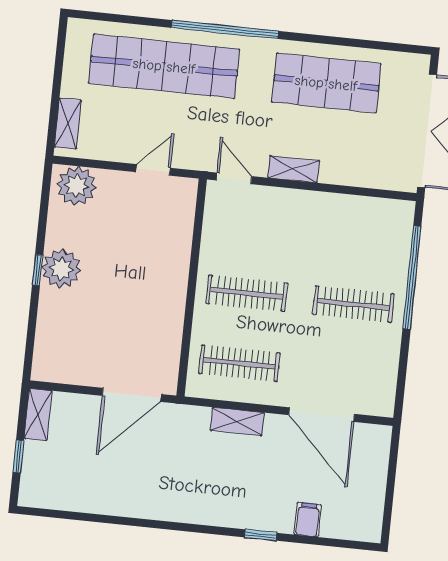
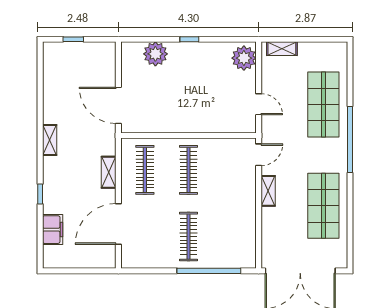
shop shelf: (164, 66) -> (323, 104), width x0.71
plant: (61, 269) -> (155, 54), moved
shelving: (38, 415) -> (50, 140), moved, turned 90
filing cabinet: (308, 520) -> (53, 230), width x2.00

